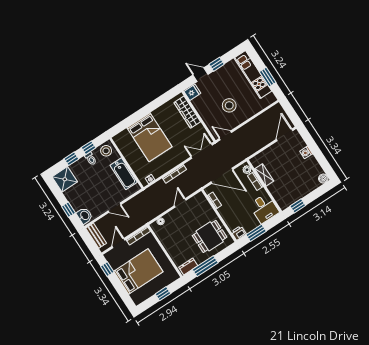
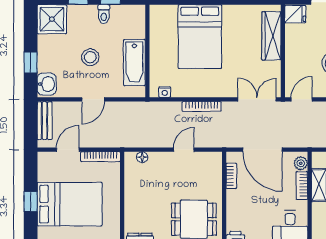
door: (225, 135) -> (302, 99), hinge flipped
stool: (106, 151) -> (90, 57), moved
door: (115, 208) -> (93, 99), hinge flipped
window: (107, 269) -> (31, 202), moved

